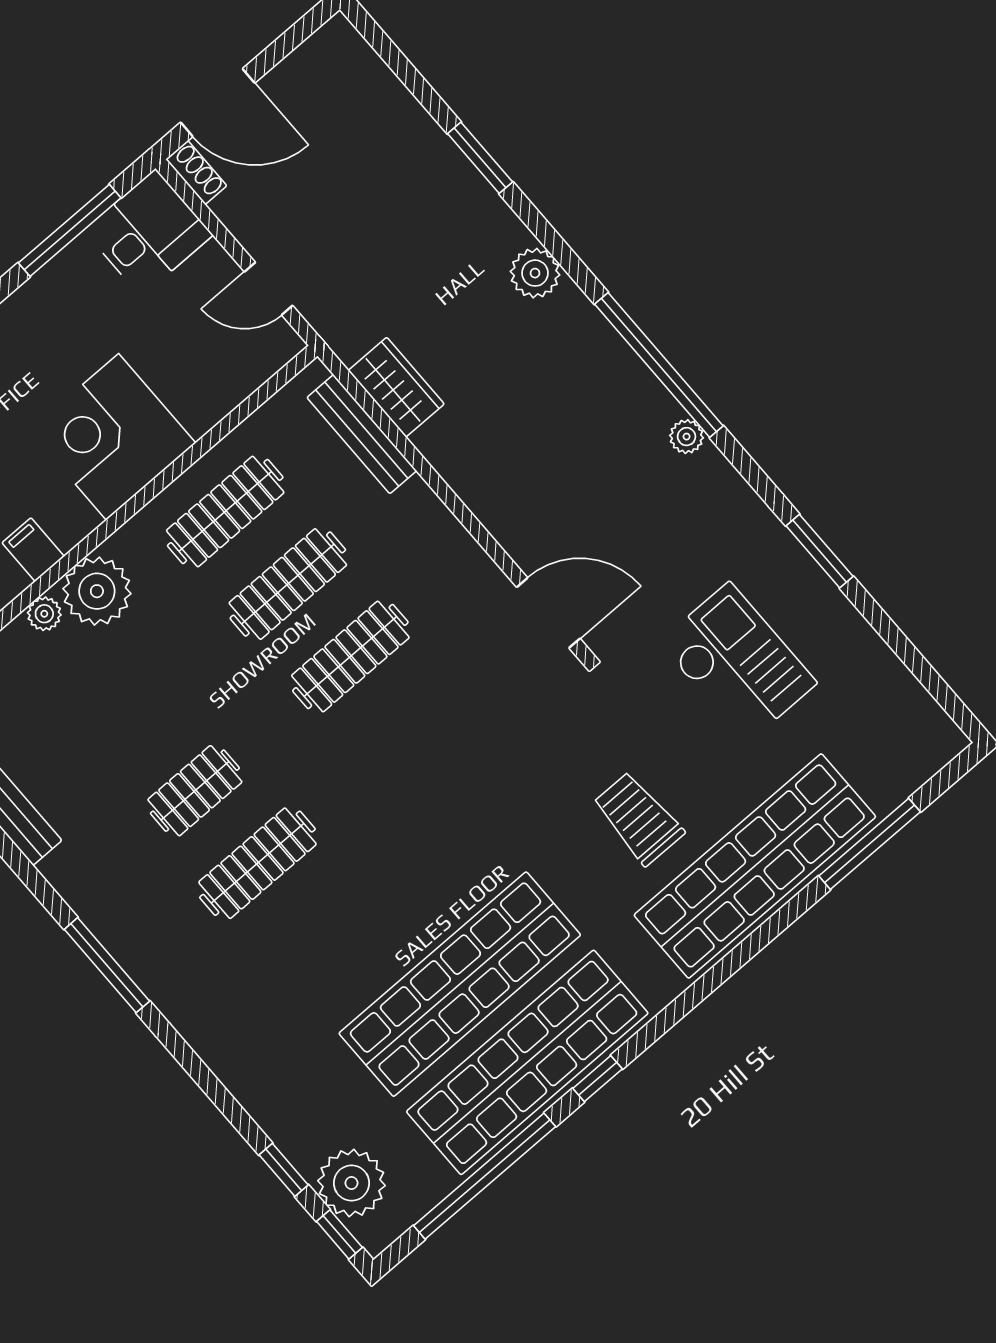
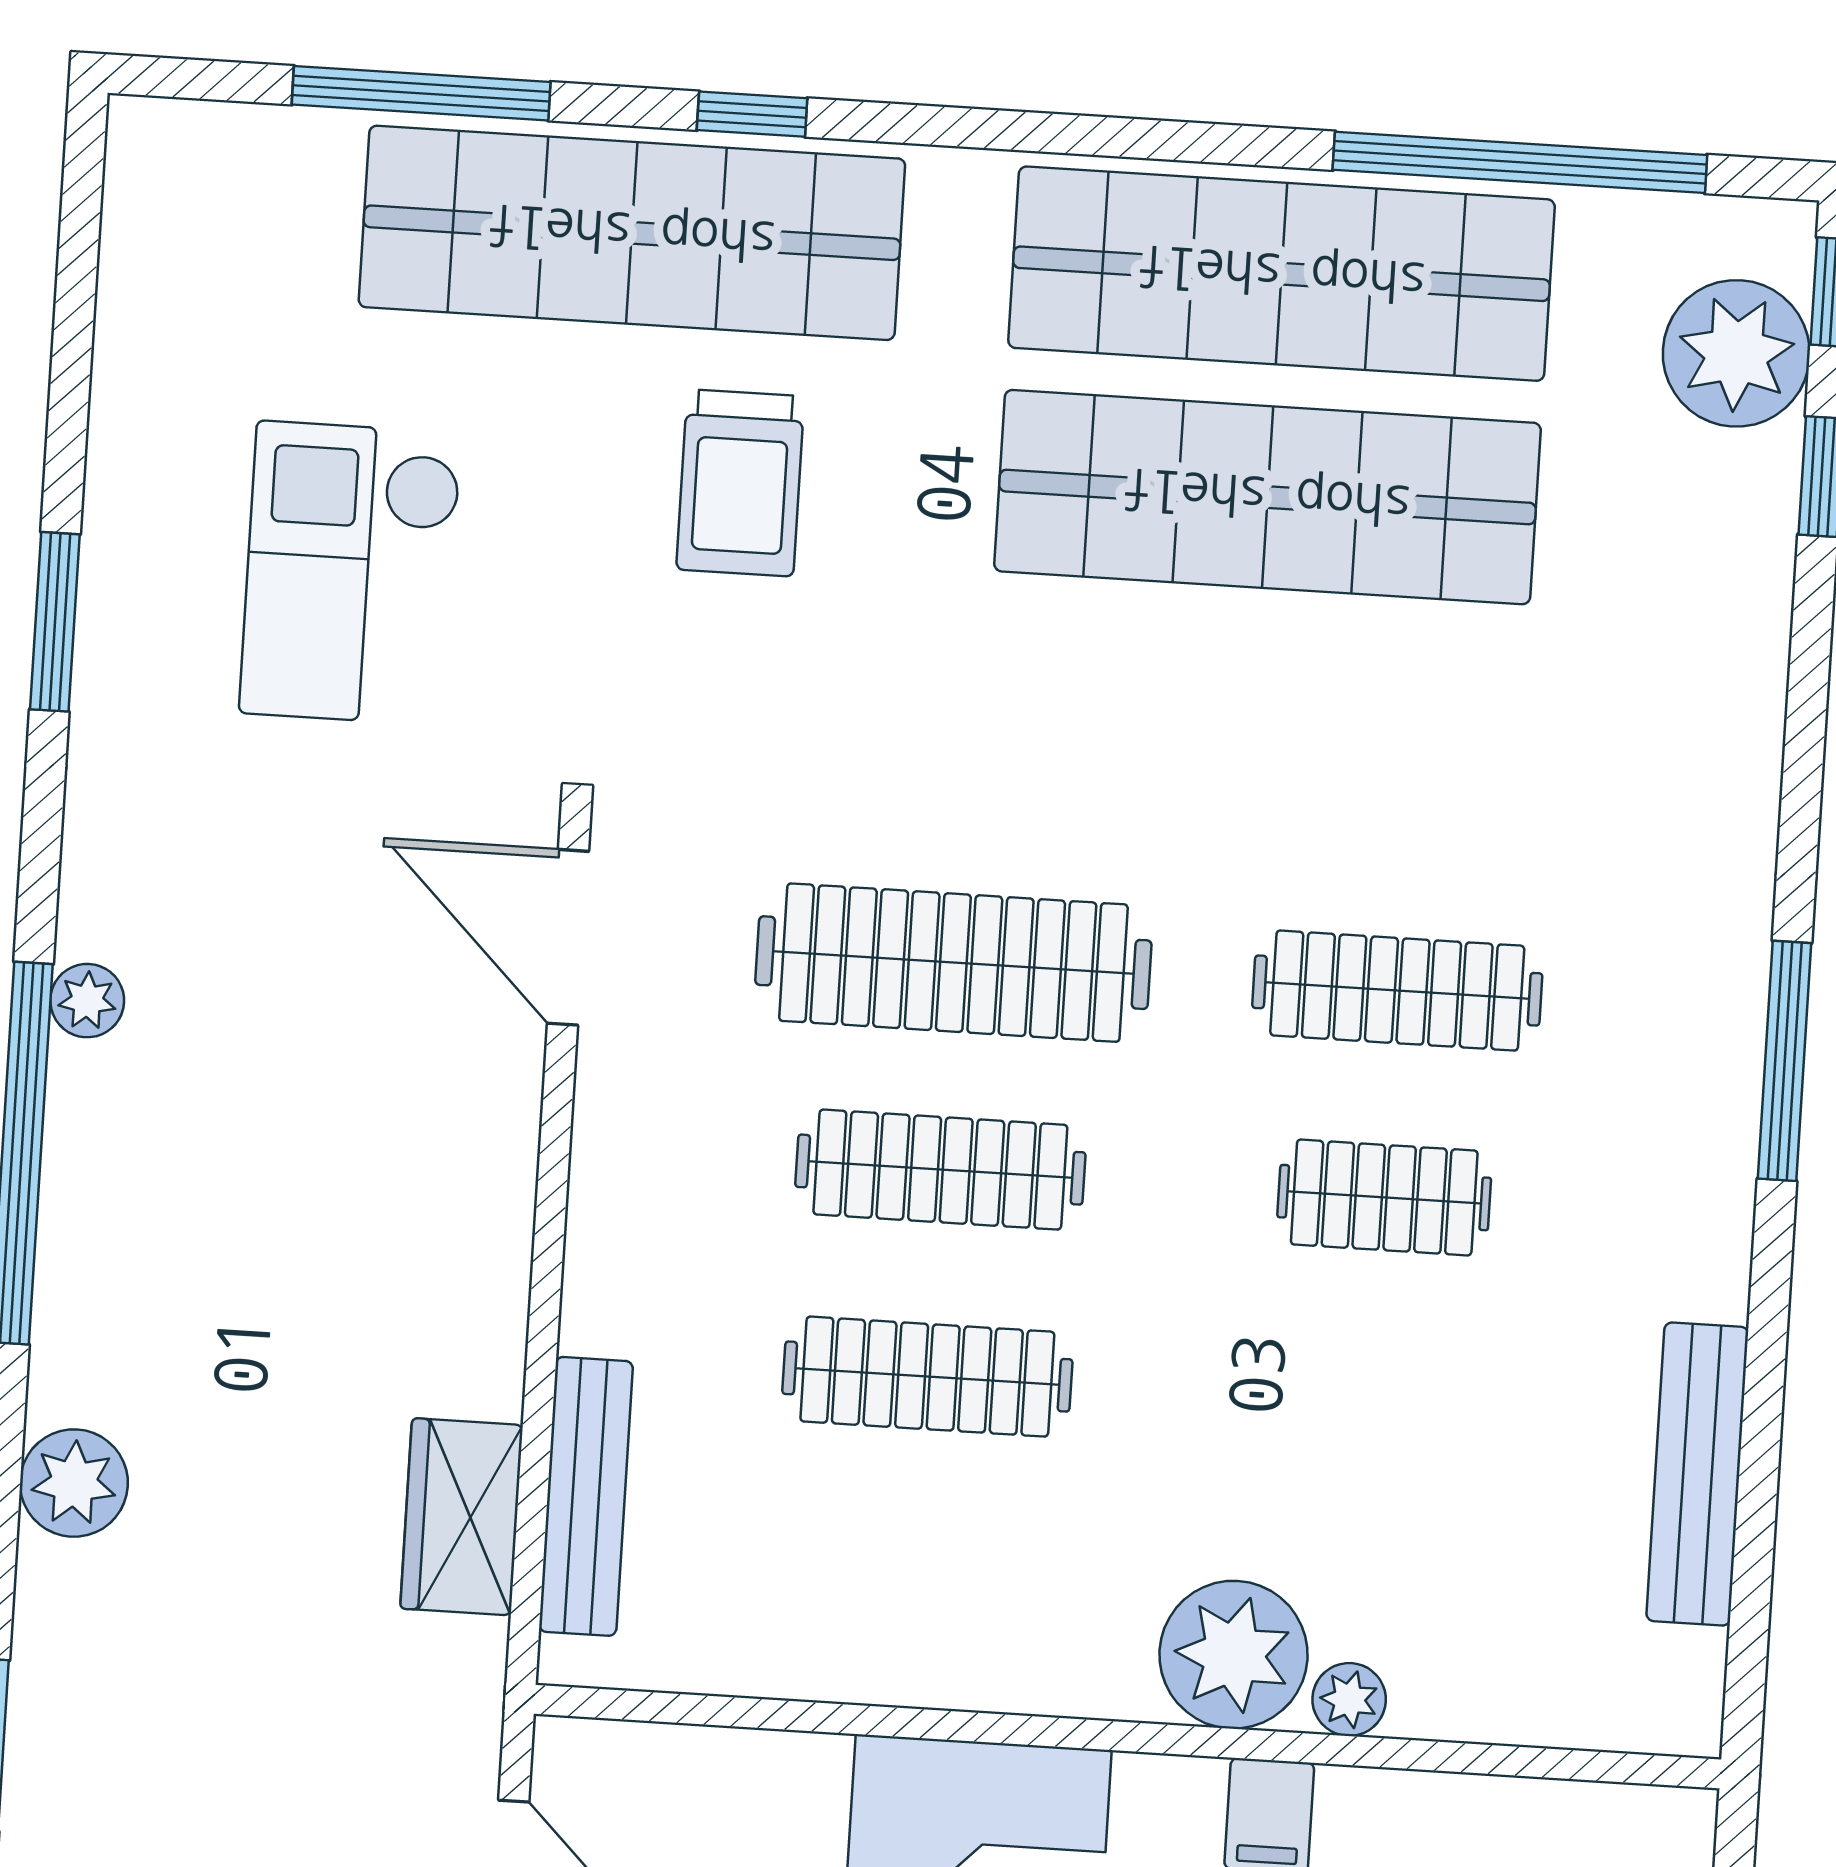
clothes rail: (225, 512) -> (953, 963), moved, width x1.37, depth x1.31
window: (598, 1079) -> (752, 114), moved

